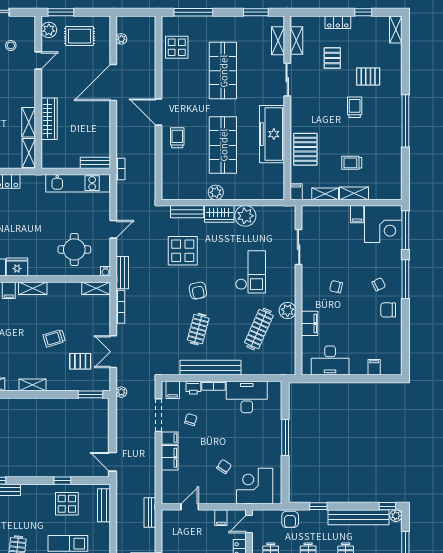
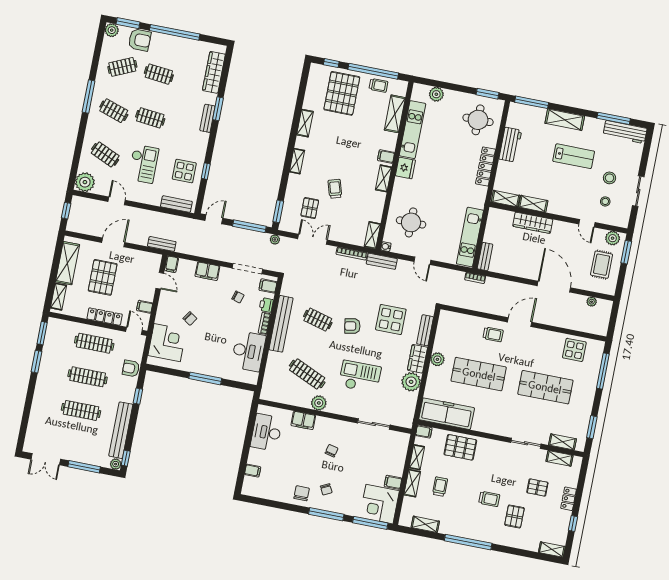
freezer: (272, 134) -> (447, 414), moved
shelving: (395, 171) -> (425, 524), added
checkout: (251, 272) -> (360, 377), turned 180
window: (112, 422) -> (249, 226), added
filing cabinet: (170, 438) -> (172, 264), moved

